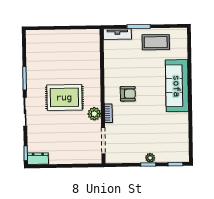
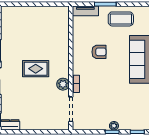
armchair: (128, 94) -> (99, 52), moved
rug: (64, 97) -> (36, 69), width x0.73, depth x0.70

